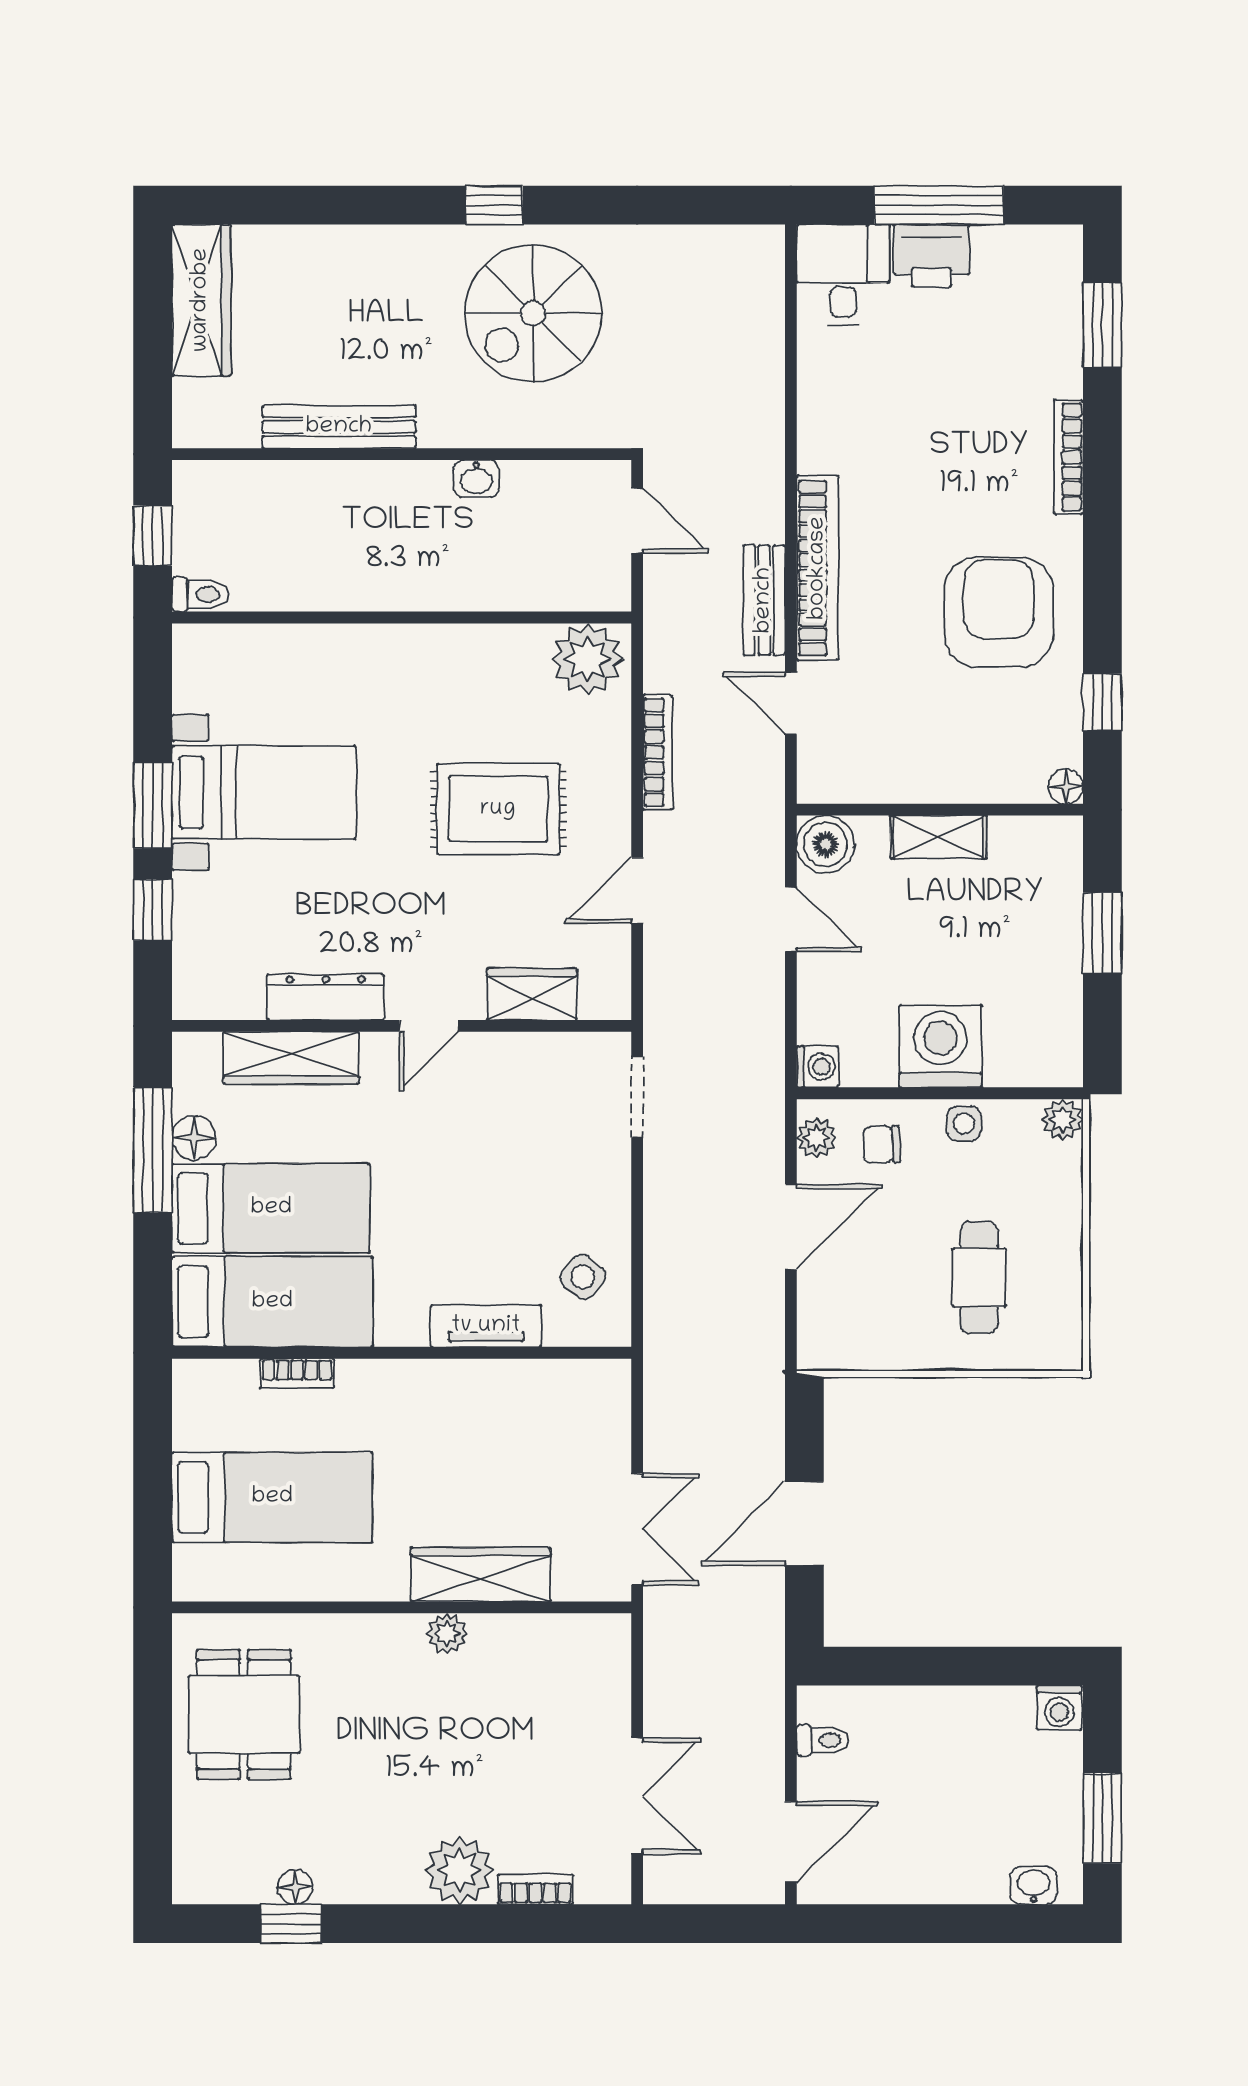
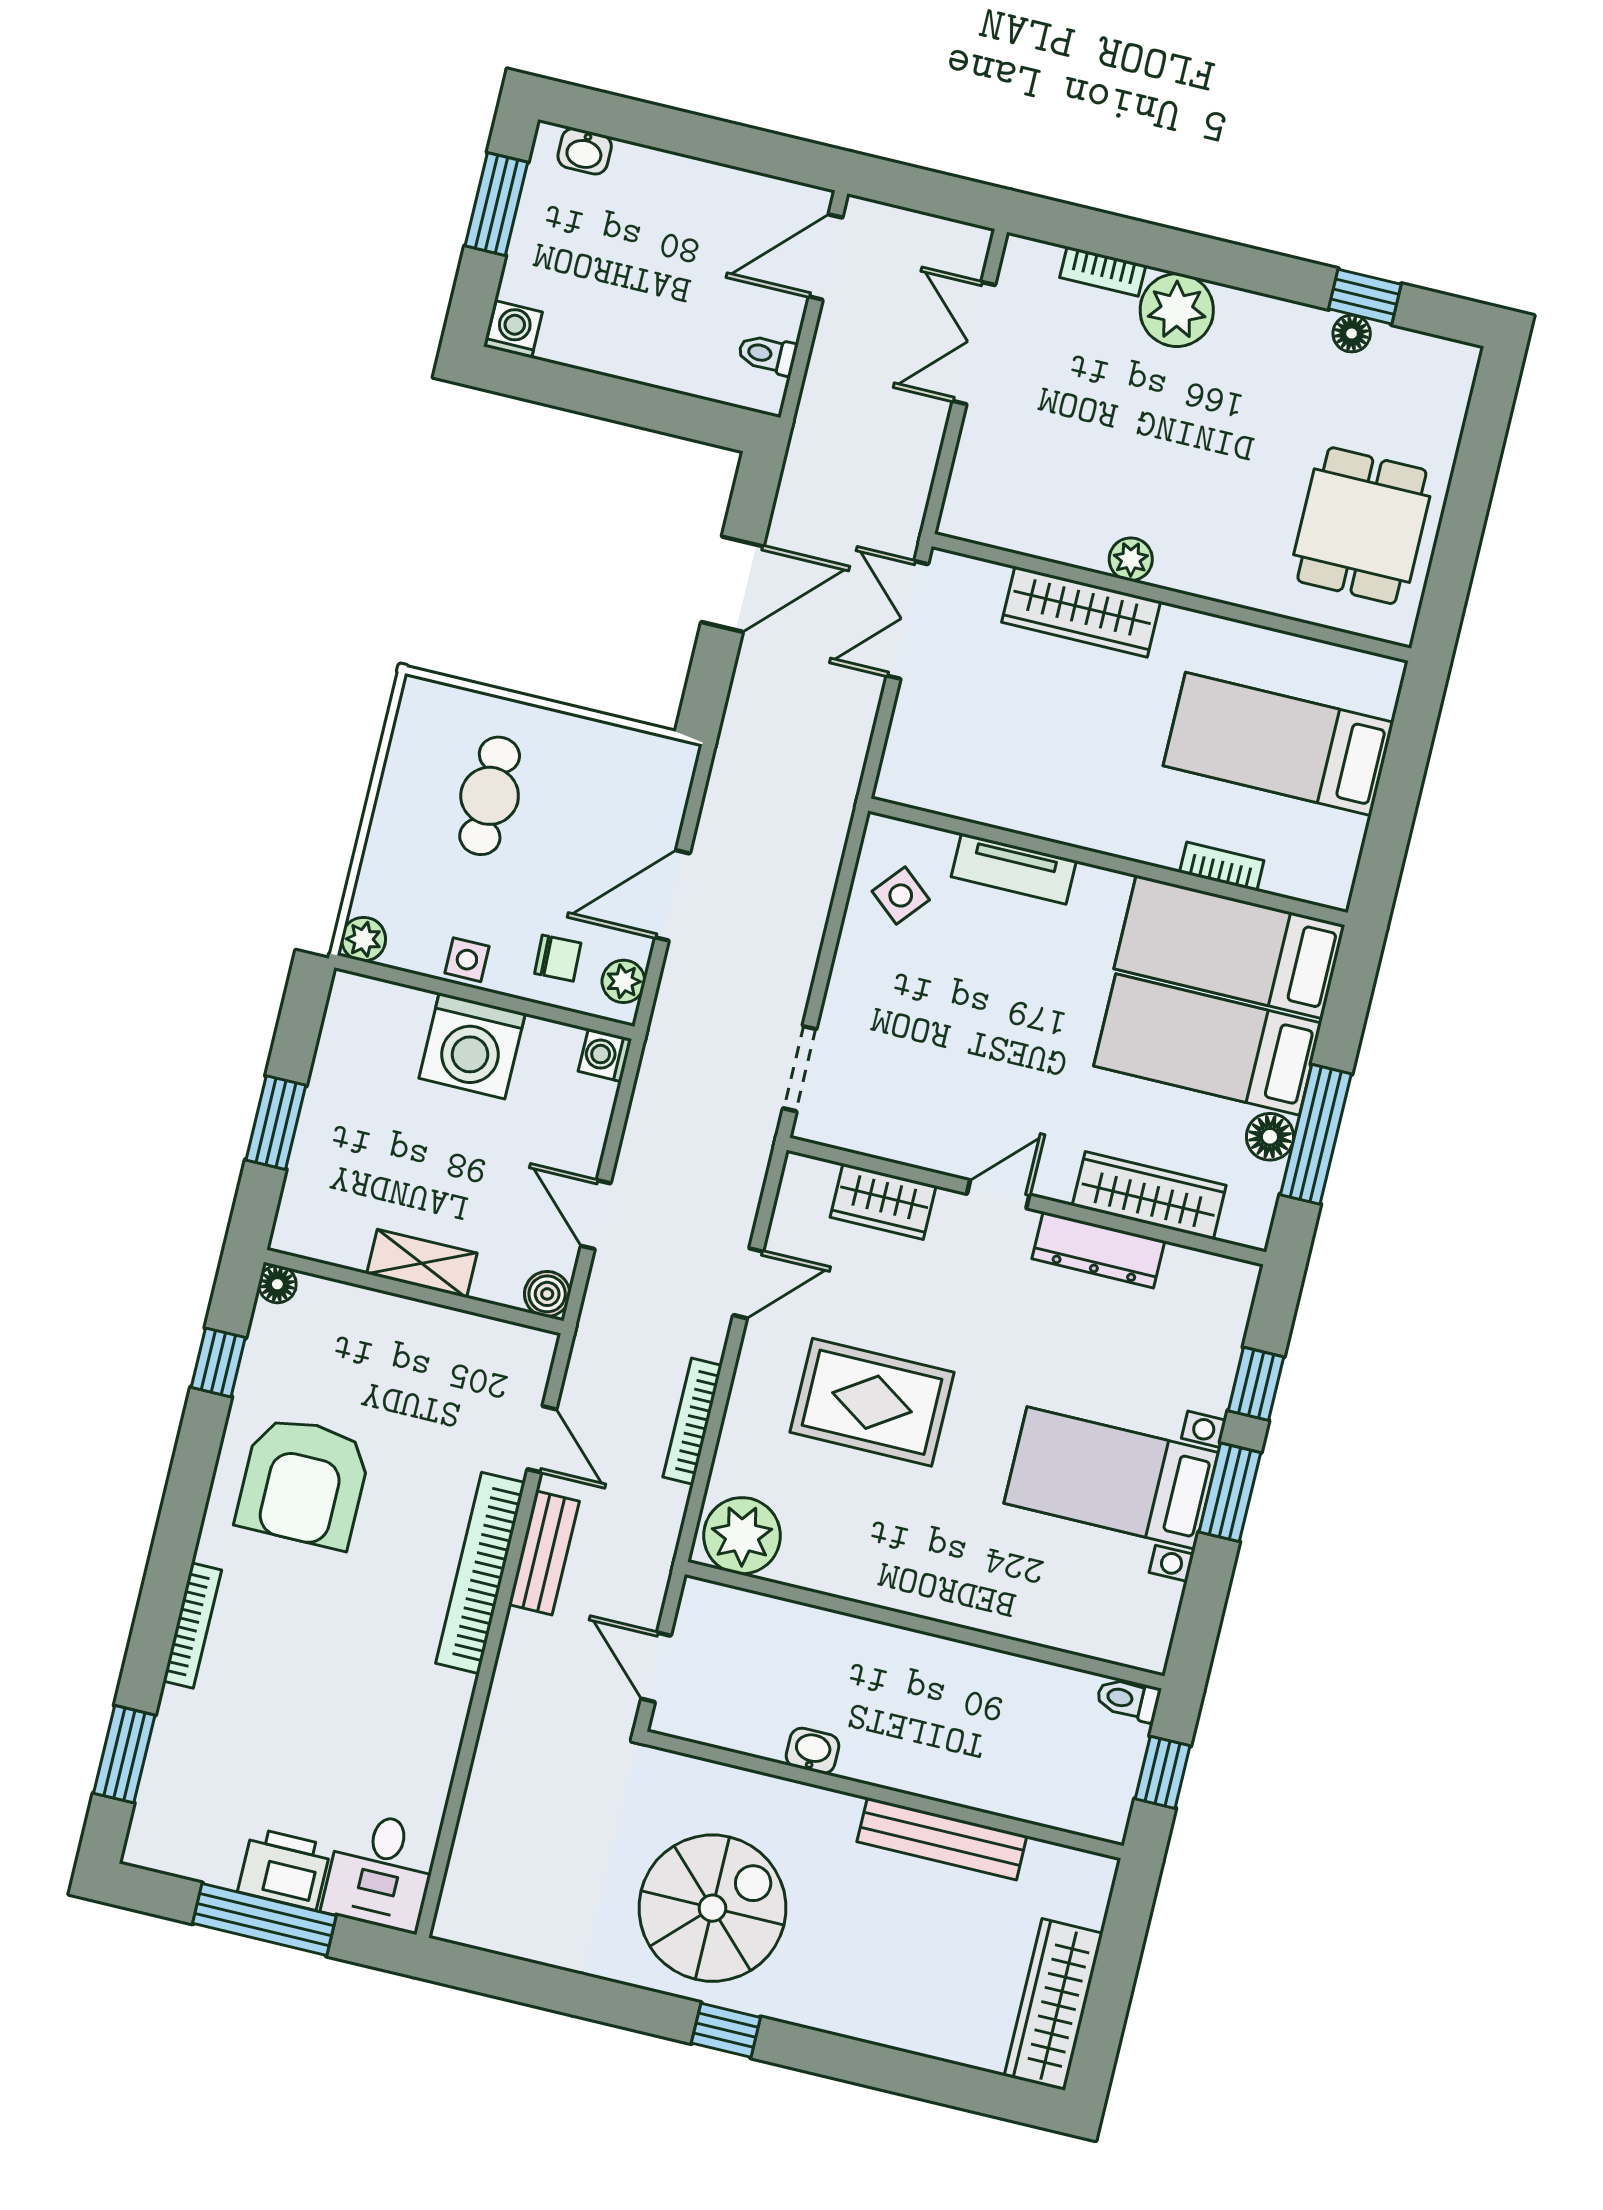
boiler: (825, 844) -> (547, 1294), width x0.73, depth x0.73

